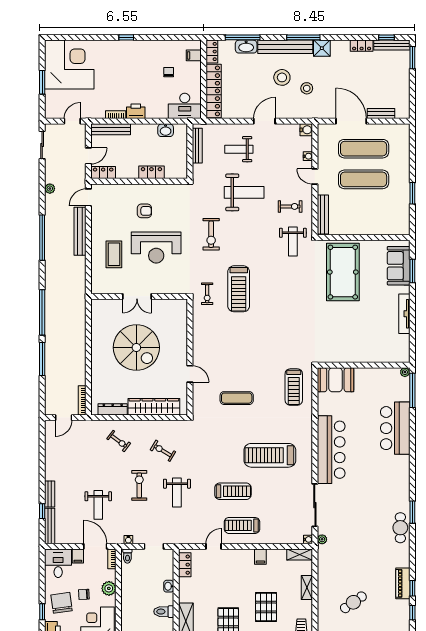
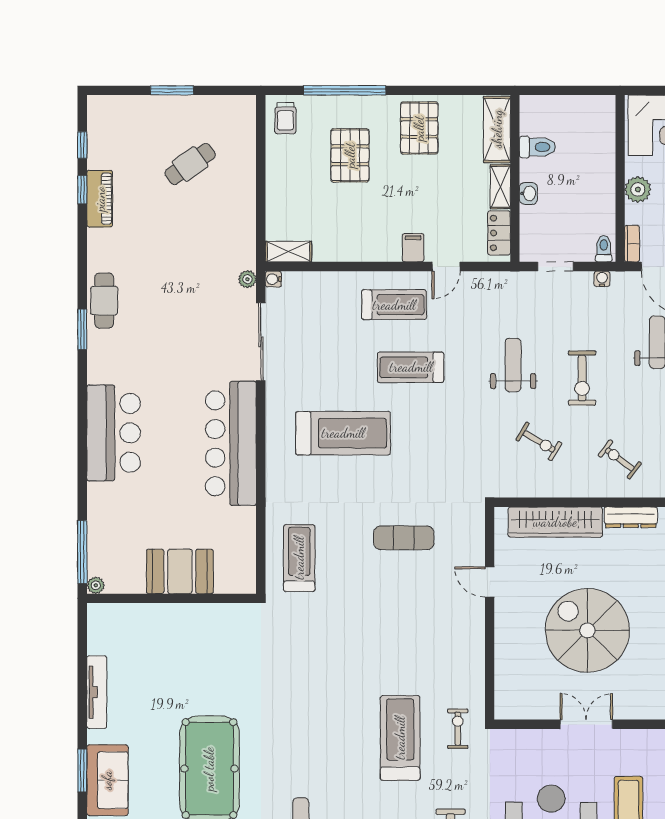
booth: (335, 380) -> (180, 571), moved
bar counter: (395, 428) -> (114, 433), moved
filing cabinet: (260, 557) -> (413, 248), moved
shelving: (307, 588) -> (500, 187), moved

